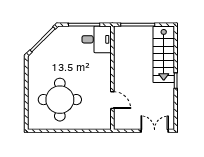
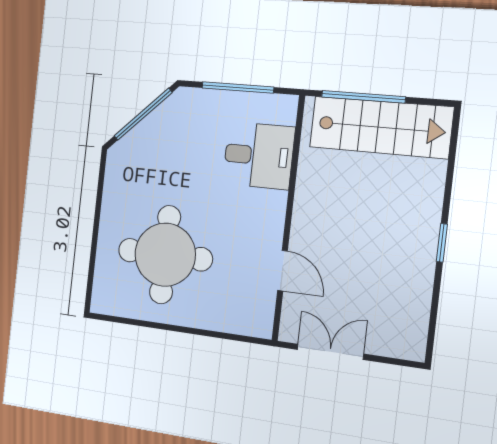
desk: (97, 39) -> (259, 156), moved
stairs: (164, 54) -> (381, 127), moved, turned -90
double door: (155, 131) -> (330, 352), moved

